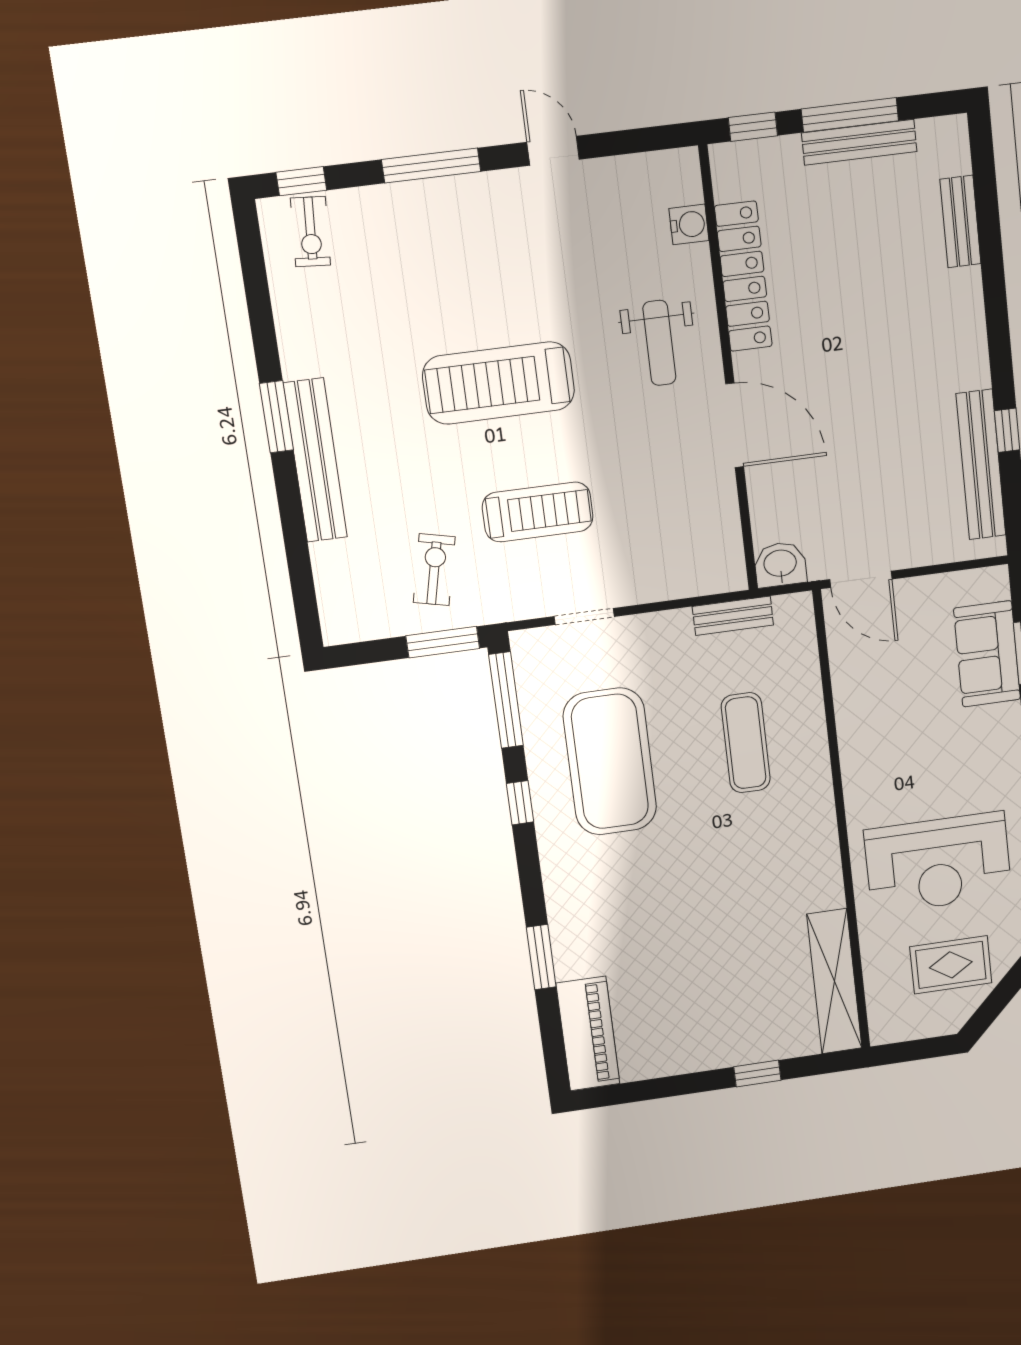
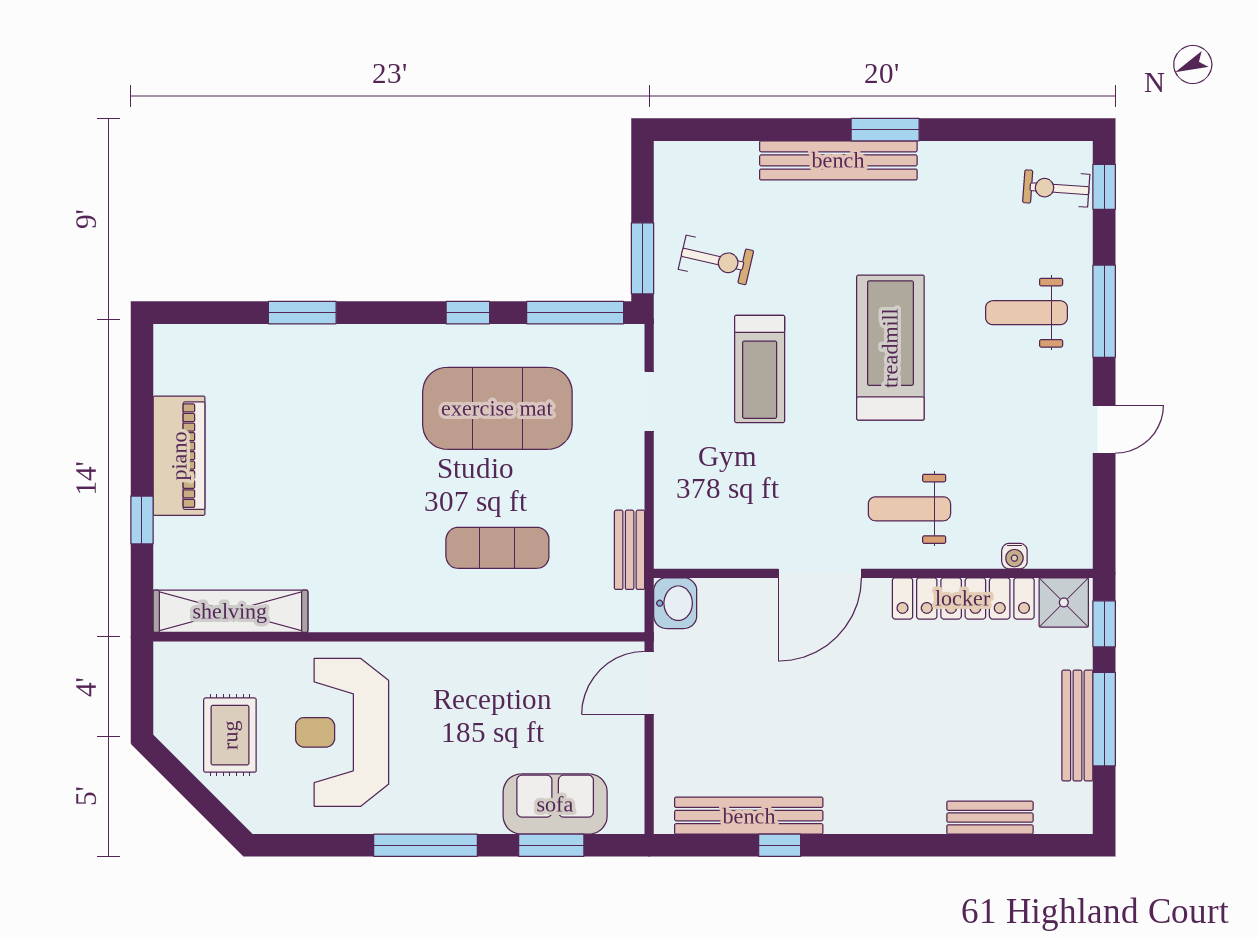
shower: (736, 172) -> (1064, 602), added
water cooler: (689, 224) -> (1014, 556), width x0.72, depth x0.72
weight bench: (444, 247) -> (1027, 313), added
piano: (588, 1034) -> (179, 456), moved, turned -90

